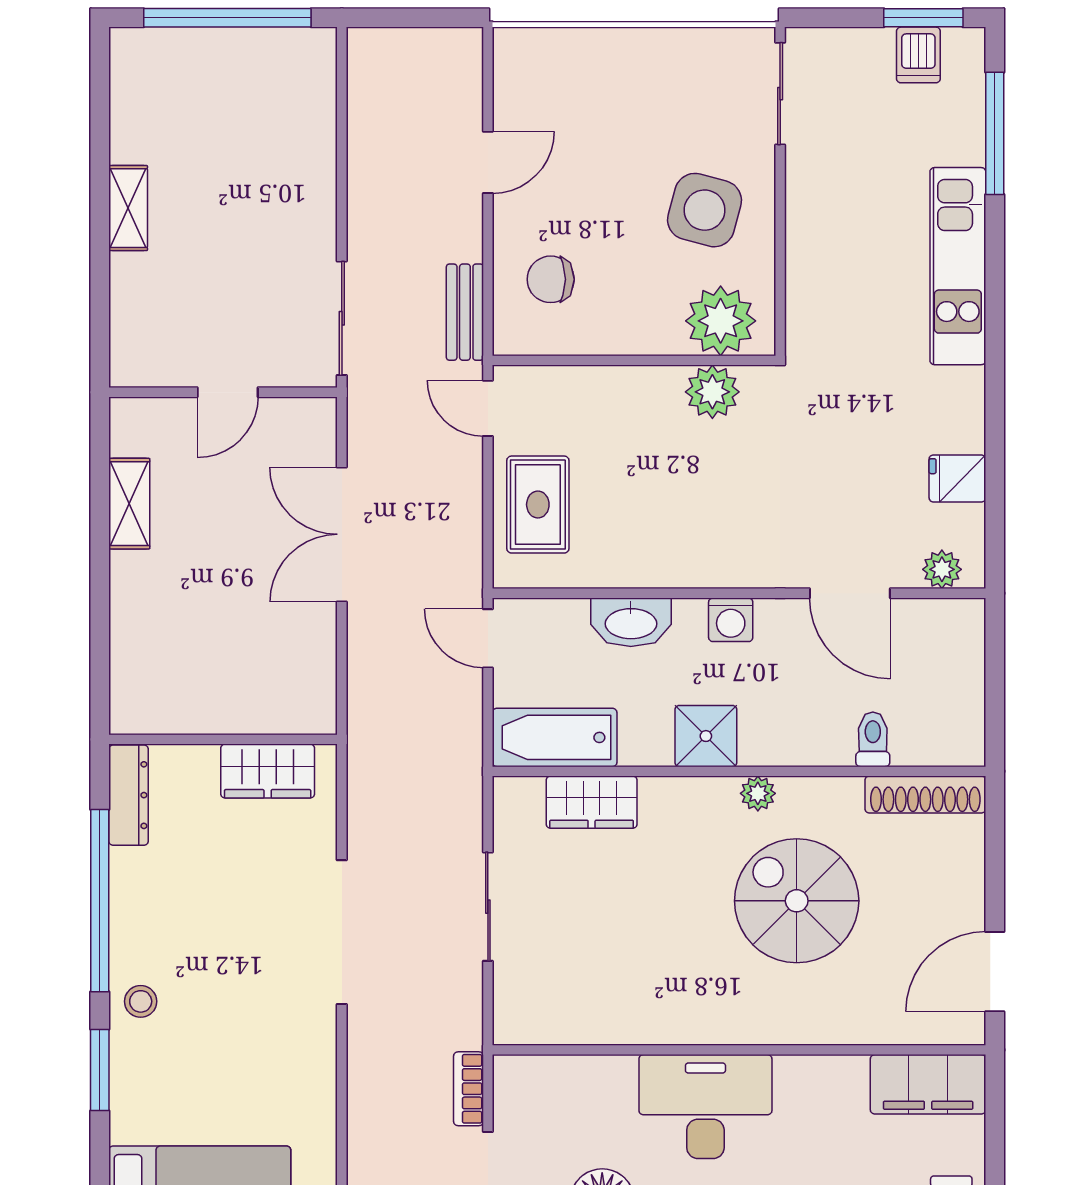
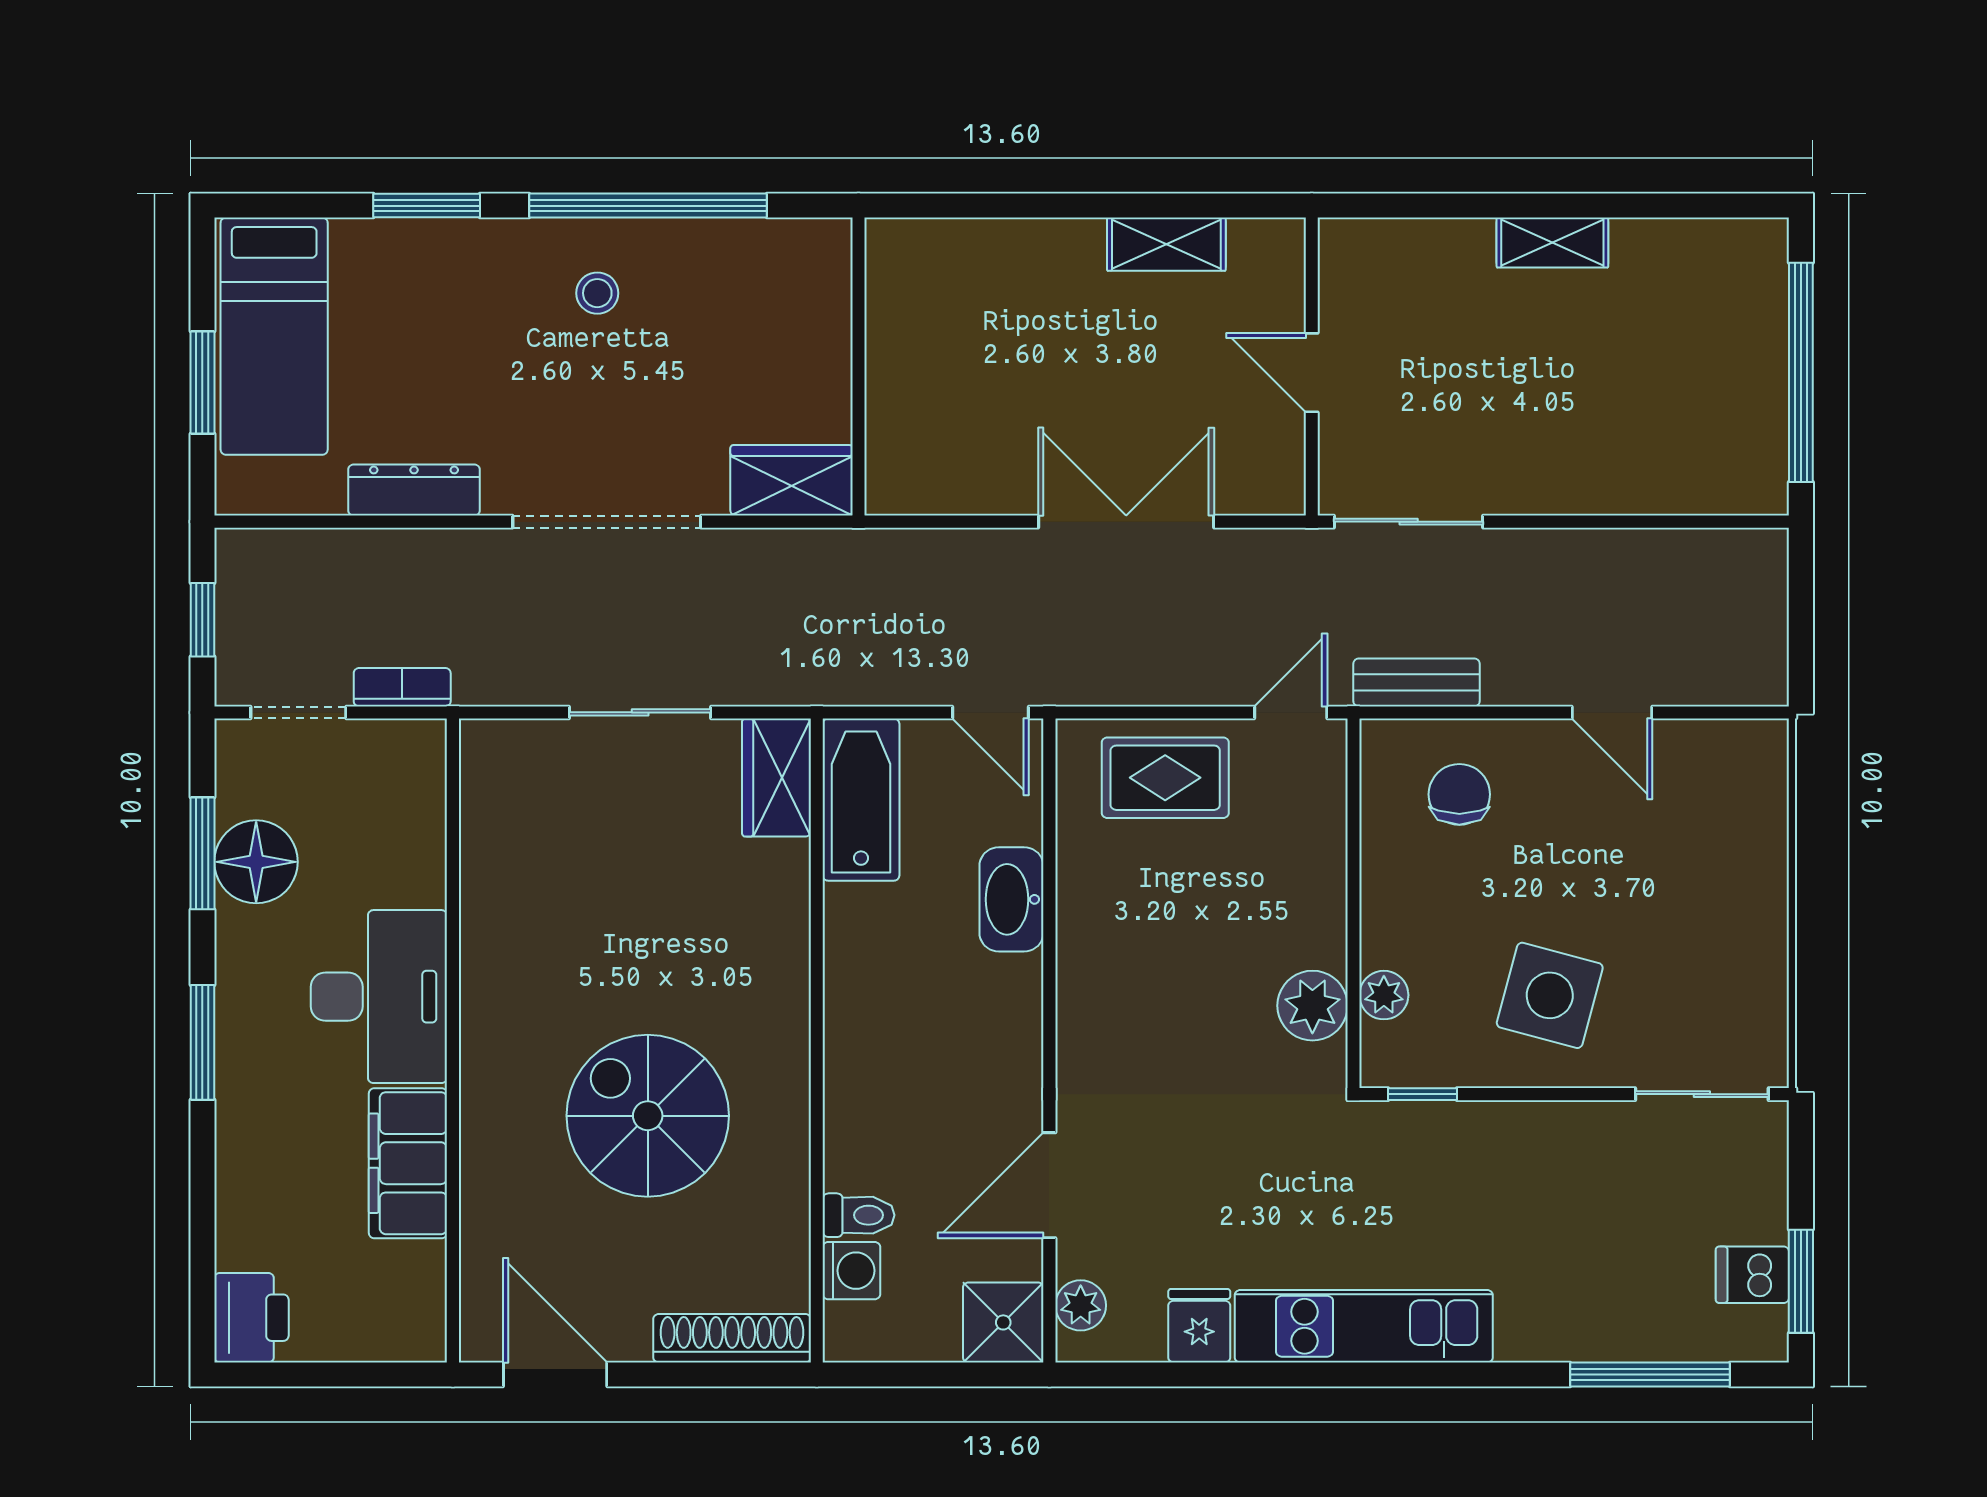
kitchen unit: (958, 266) -> (1364, 1326), moved
window: (780, 307) -> (1423, 1094), added
plant: (721, 321) -> (1384, 995), width x0.53, depth x0.53
washing machine: (731, 620) -> (851, 1271), moved, turned 180
door: (488, 638) -> (990, 712), swing flipped
shower: (706, 736) -> (1003, 1322), moved
wardrobe: (268, 771) -> (791, 480), moved, turned 90
plant: (758, 793) -> (788, 1065), removed
dresser: (129, 795) -> (414, 490), moved, turned 180
shoe rack: (925, 795) -> (732, 1338), moved, turned 90
wardrobe: (592, 802) -> (776, 778), moved
spiral stairs: (797, 901) -> (648, 1116), turned -90
stool: (141, 1001) -> (597, 293), moved
filing cabinet: (928, 1084) -> (408, 1163), moved

